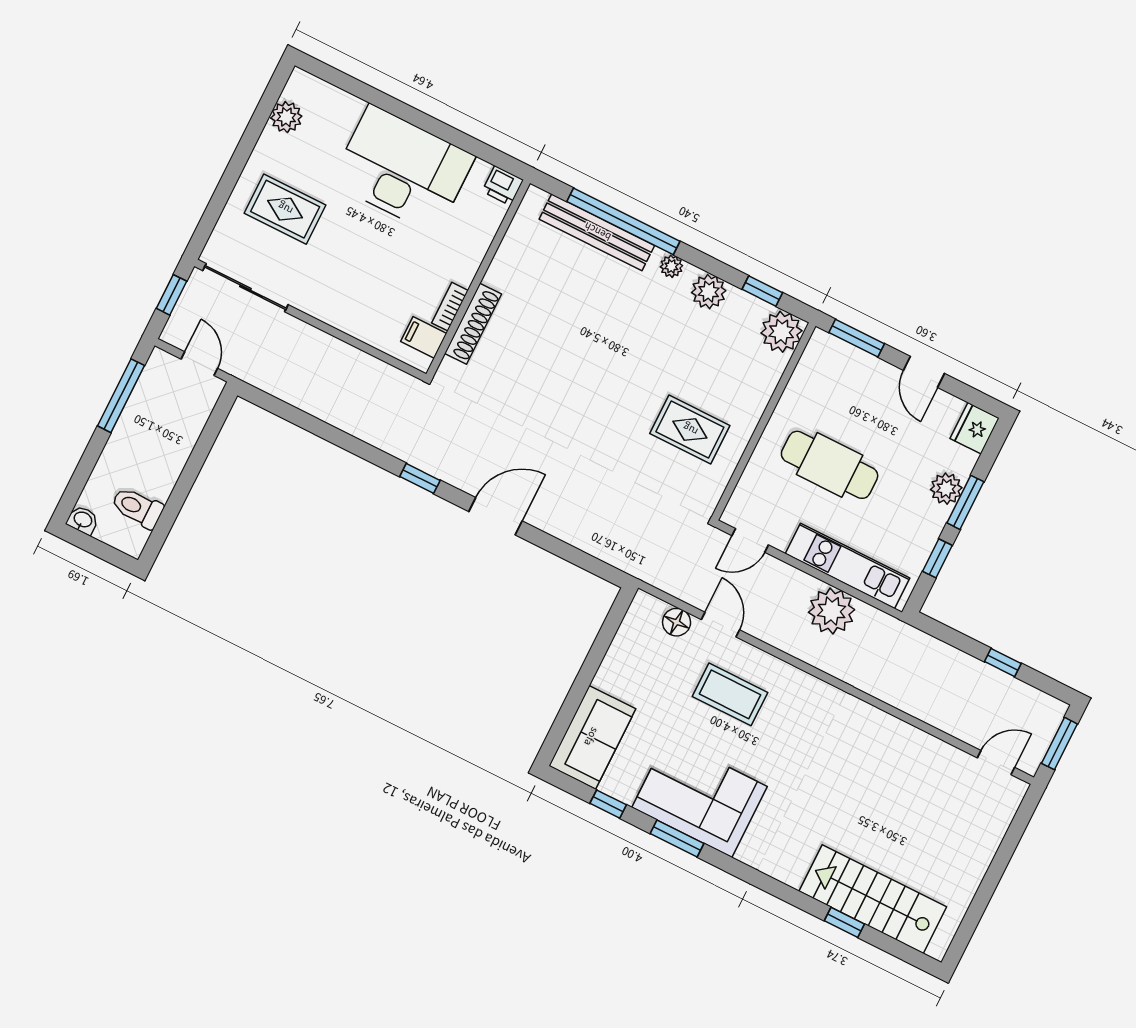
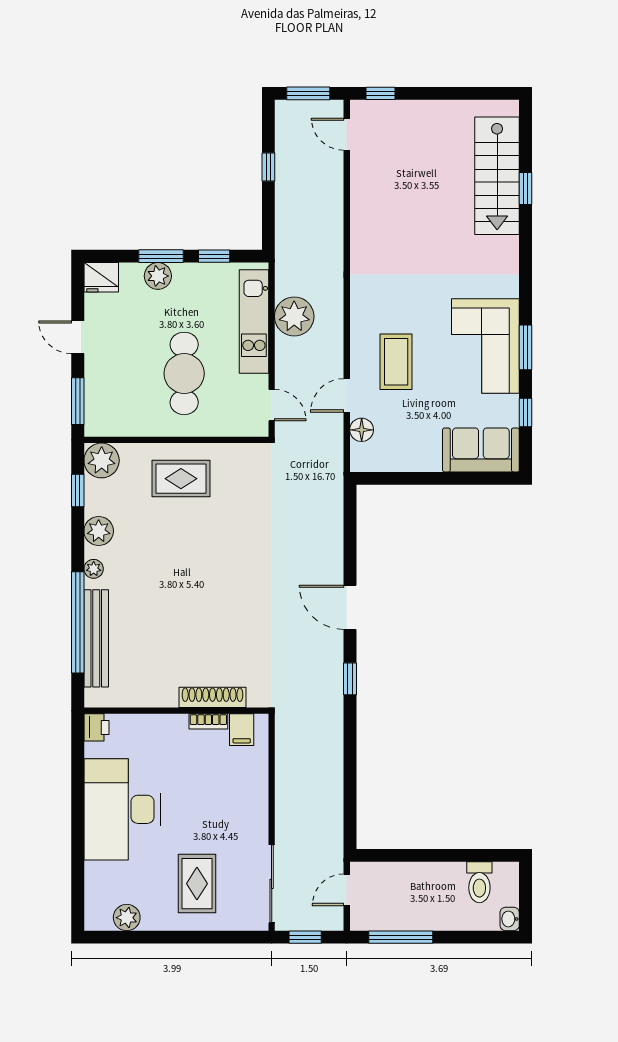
door: (924, 372) -> (78, 337), swing flipped
rug: (690, 430) -> (181, 479), moved, turned 90
window: (1021, 820) -> (380, 93), added

